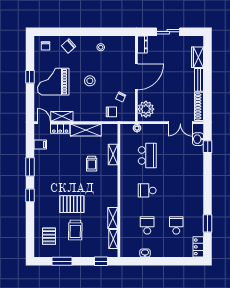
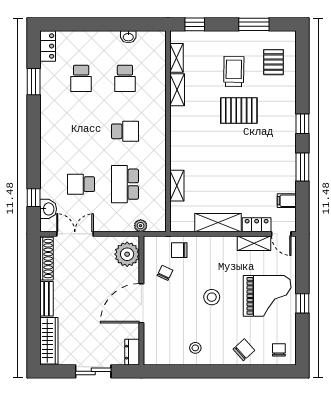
wardrobe: (197, 57) -> (49, 341), width x1.50
school desk: (176, 155) -> (81, 184), added
trolley: (92, 164) -> (209, 172), removed

